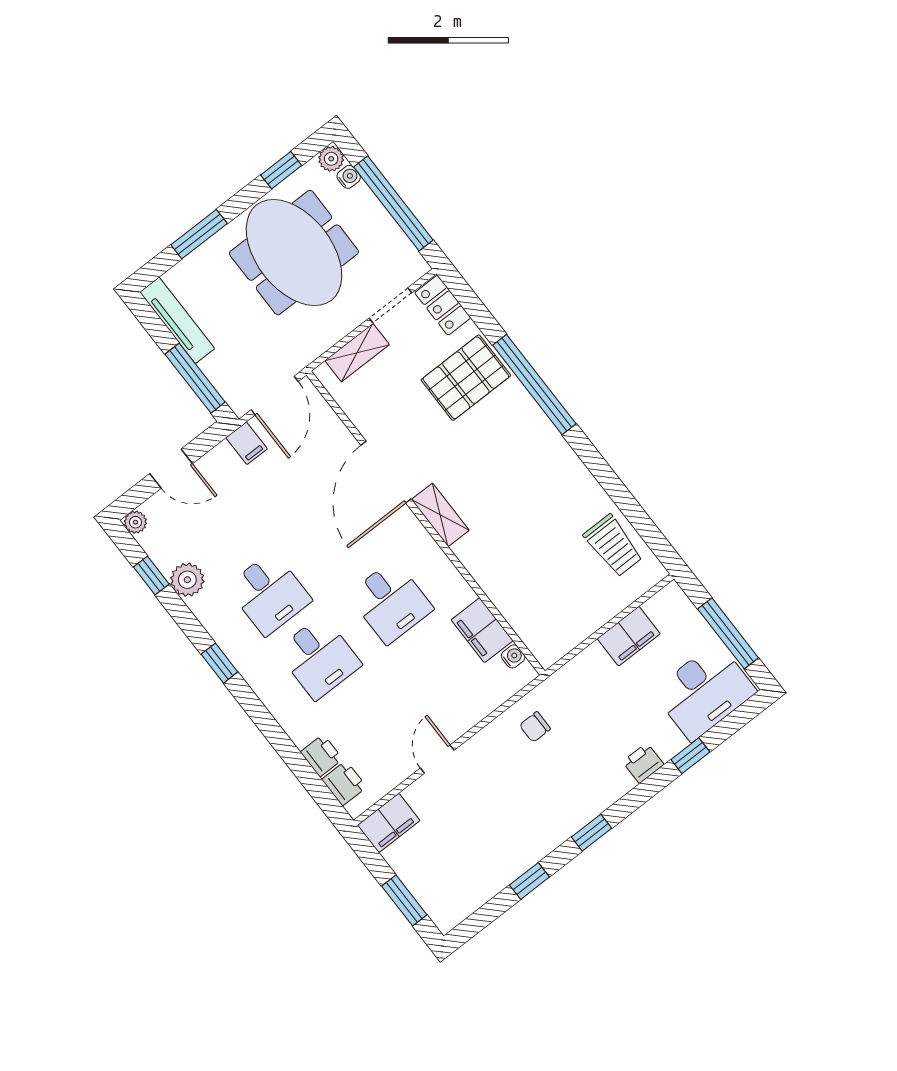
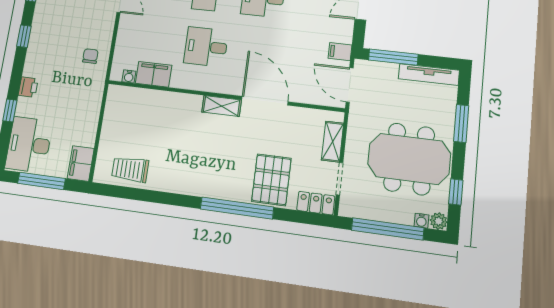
filing cabinet: (629, 636) -> (81, 164), moved

